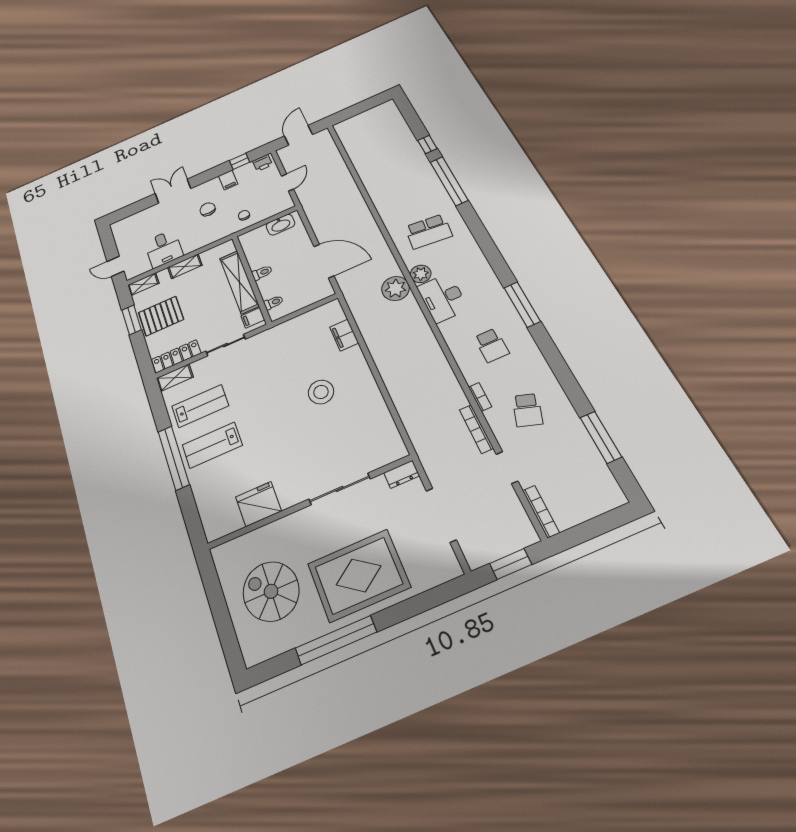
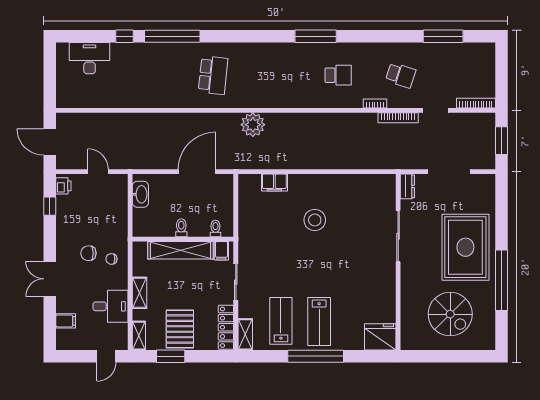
filing cabinet: (228, 180) -> (66, 321), moved
chair: (244, 215) -> (111, 259), moved
plant: (421, 274) -> (250, 99), removed
desk: (443, 298) -> (90, 58), moved, turned 180
fridge: (258, 504) -> (380, 337), moved, turned 90
spiral stairs: (271, 591) -> (450, 314), turned -90

